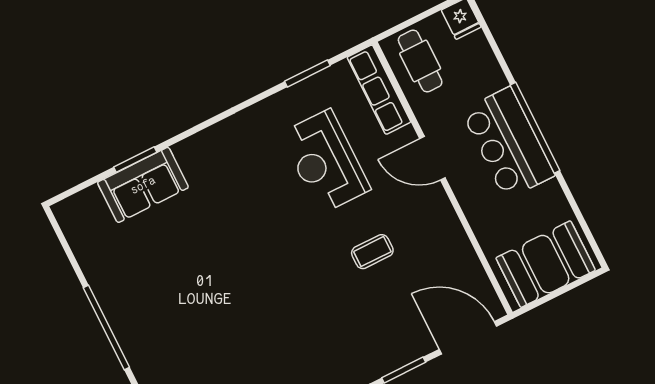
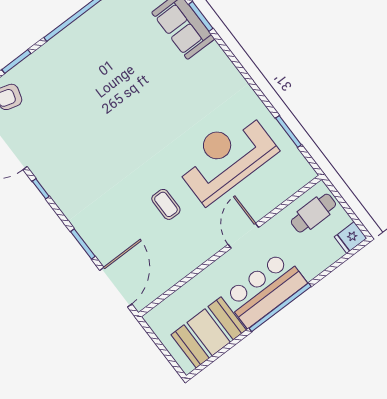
row of seats: (379, 90) -> (287, 187), removed
reception desk: (325, 162) -> (226, 157), width x1.36, depth x1.30
booth: (546, 264) -> (209, 332), moved, turned 90

